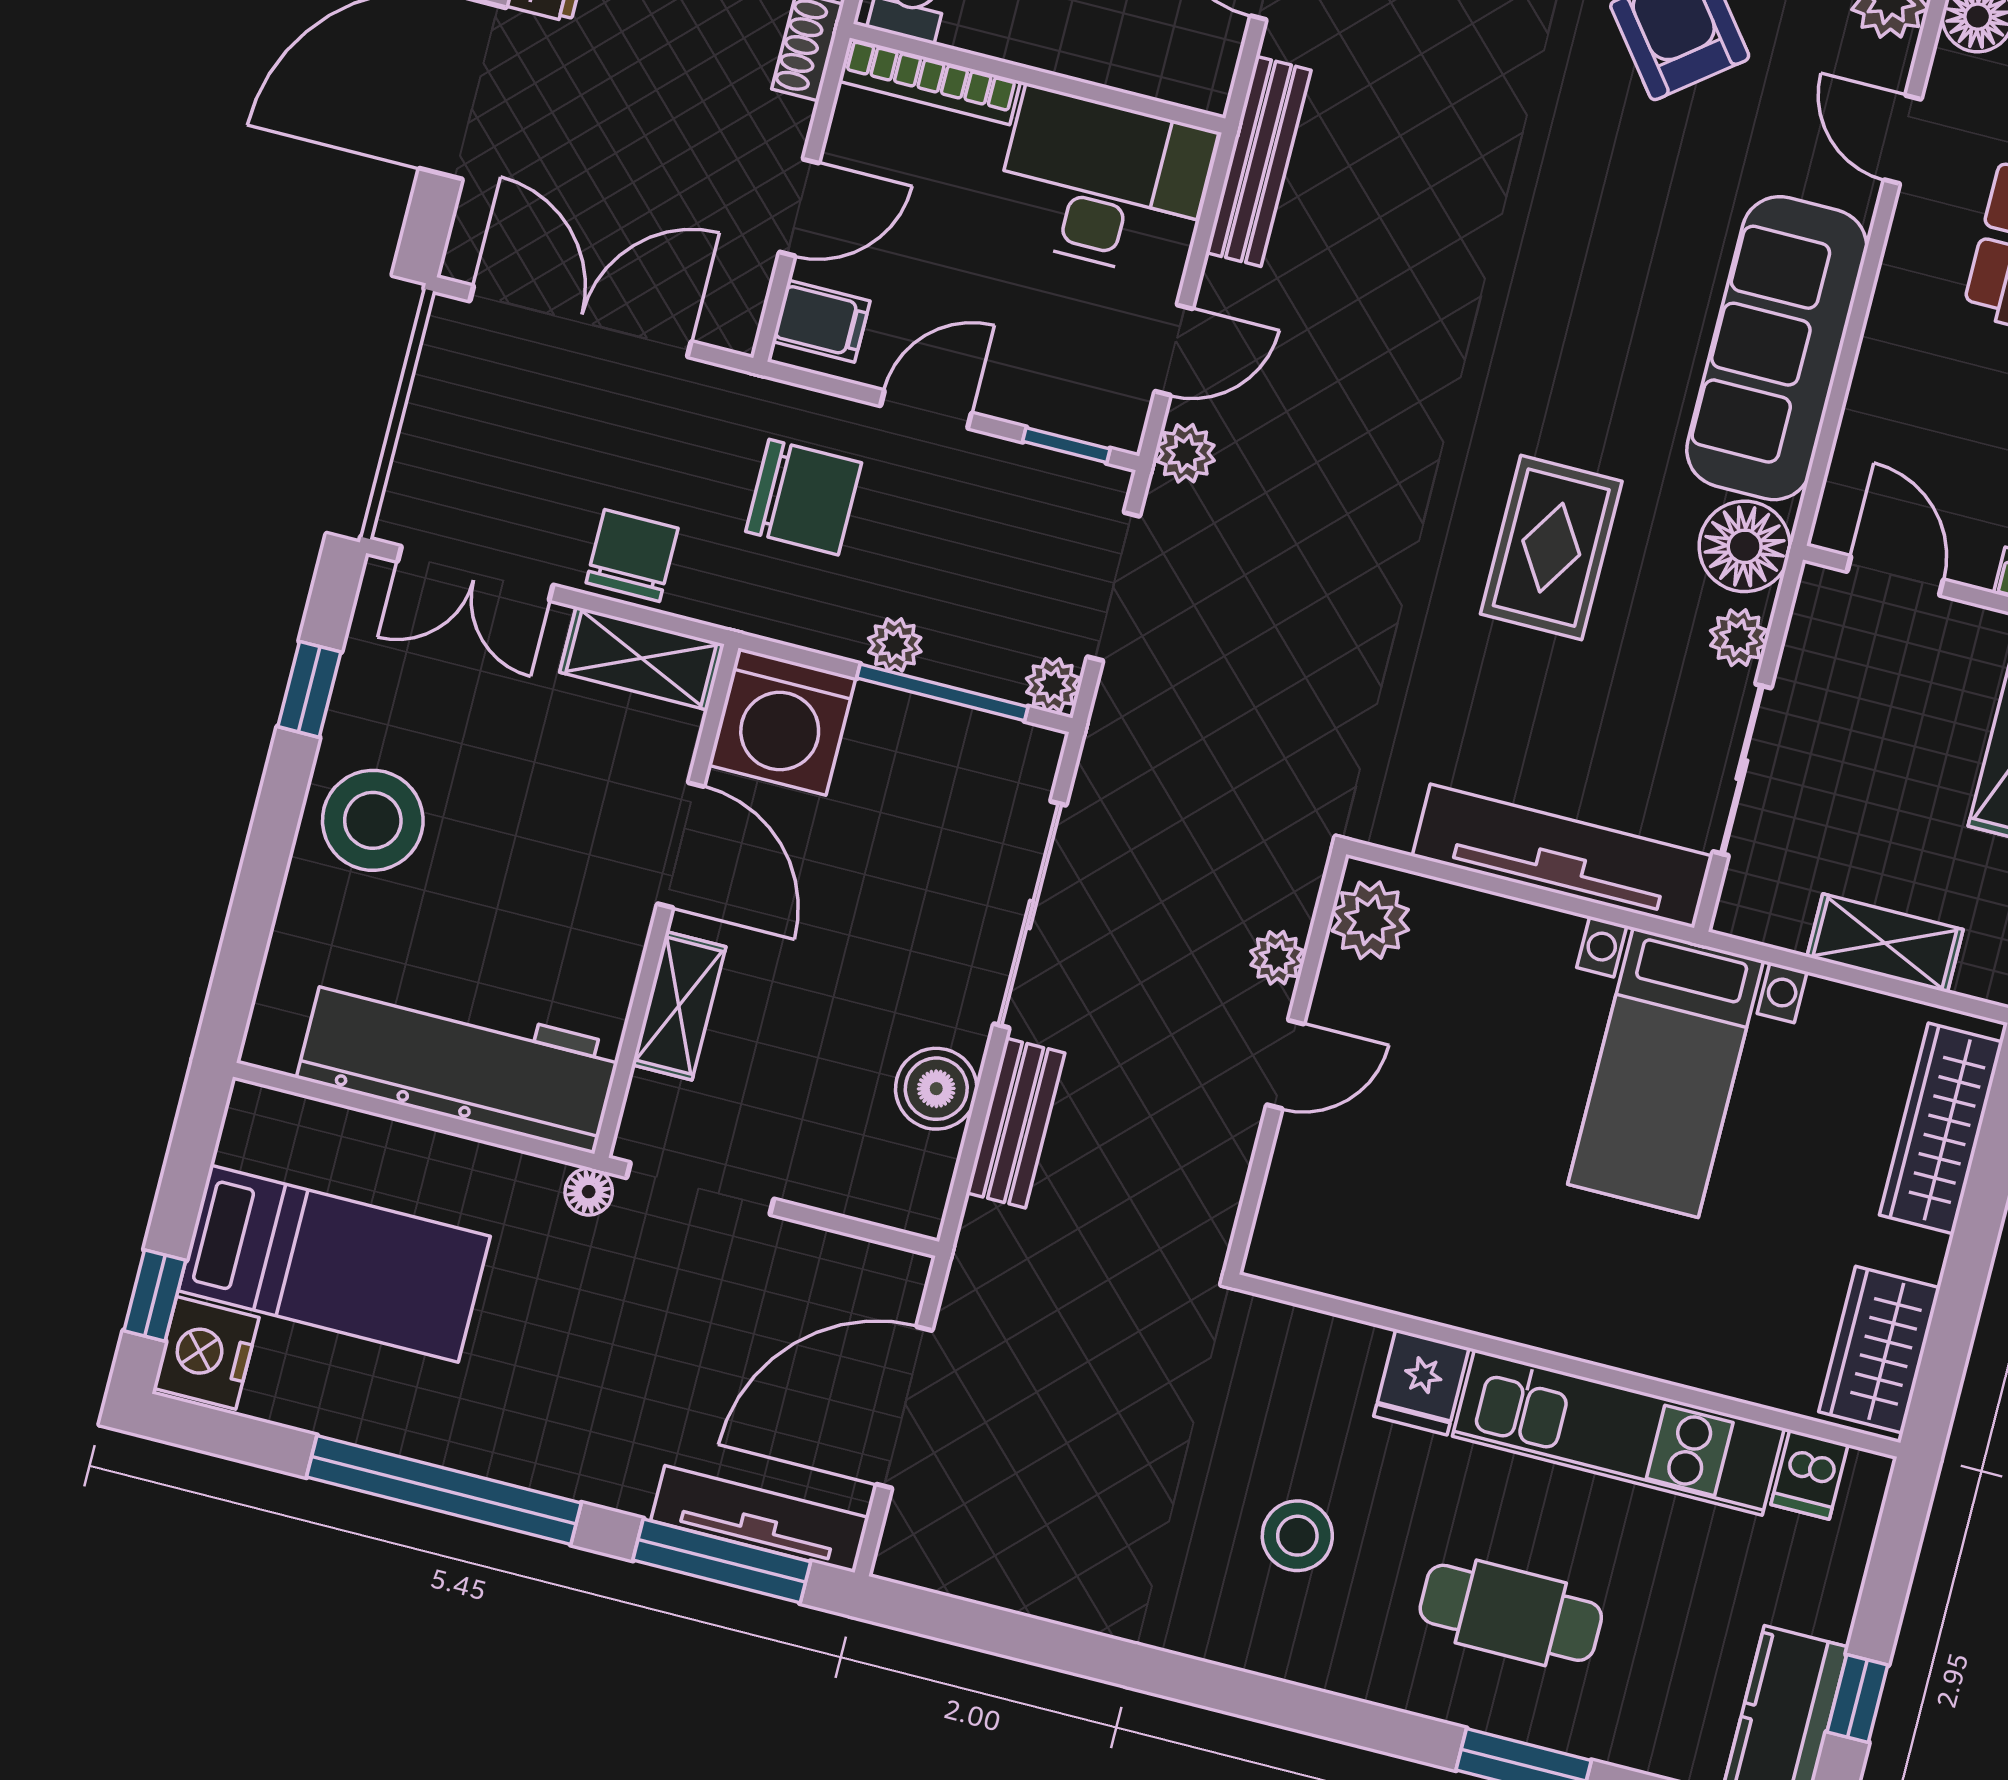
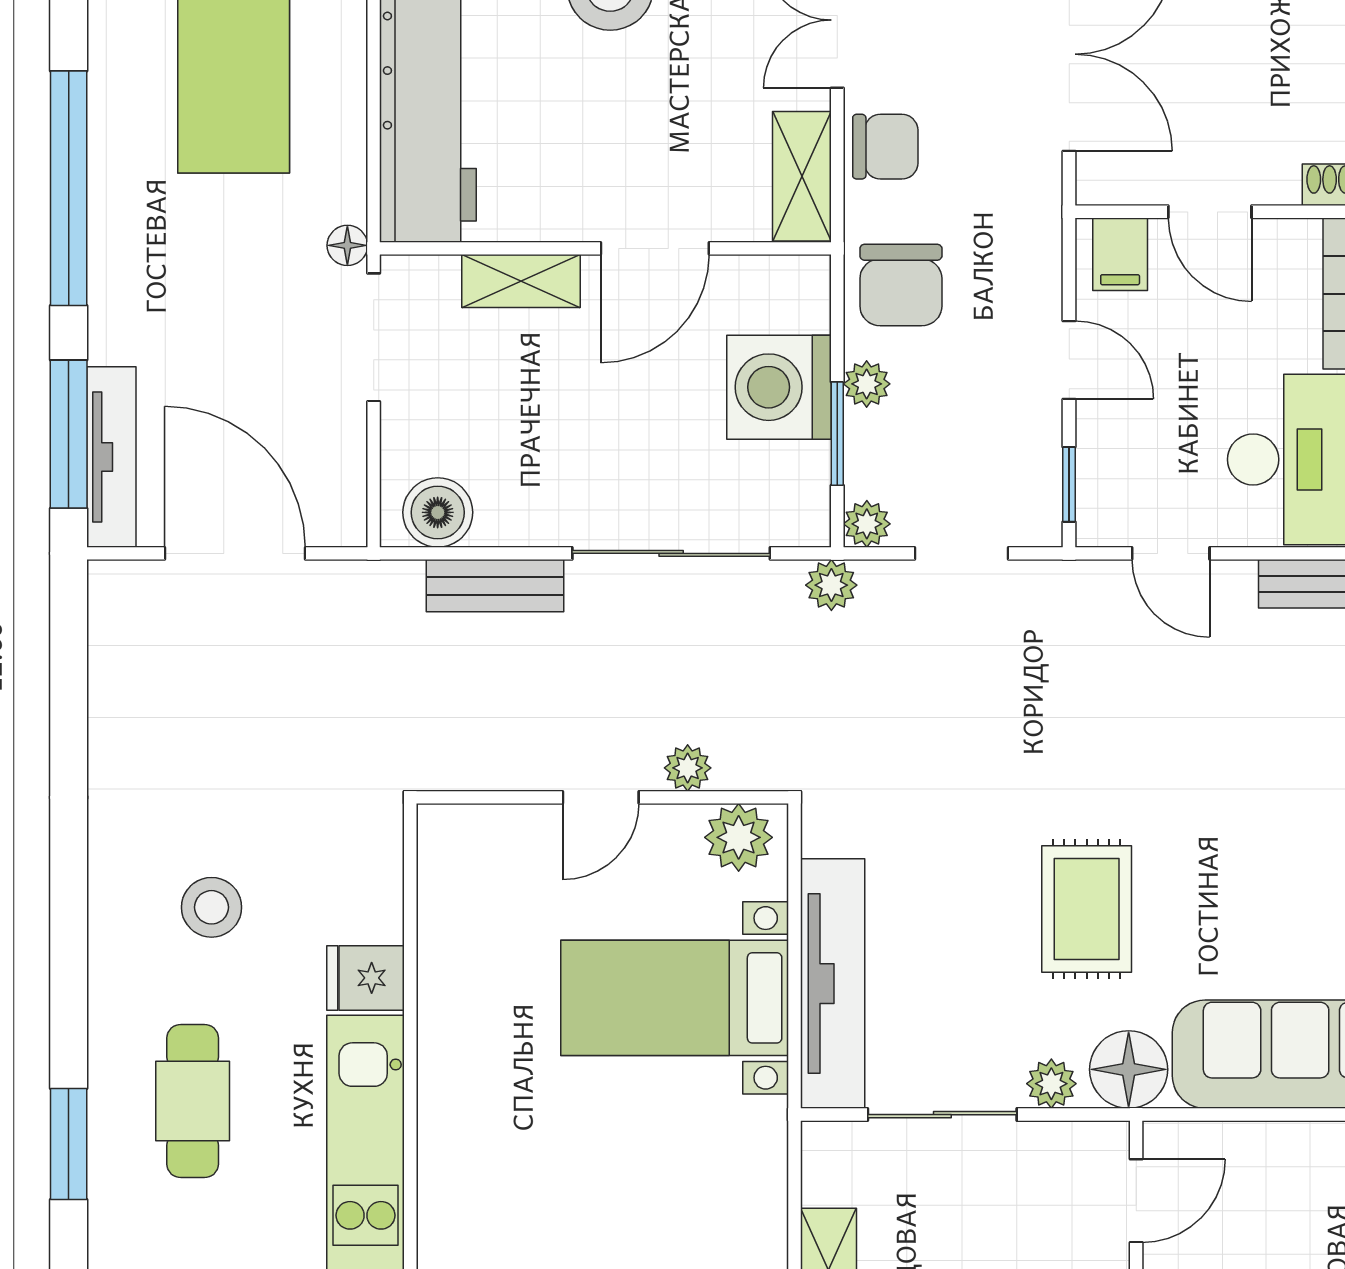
plant: (1186, 453) -> (831, 585), moved
chair: (804, 497) -> (901, 285), moved
rug: (1551, 548) -> (1087, 909), turned 90
doorway: (1113, 587) -> (961, 553), width x0.73
window: (942, 692) -> (837, 434), width x0.69
washing machine: (782, 722) -> (779, 387), moved
door: (1285, 1064) -> (601, 797), hinge flipped
bed with nightstands: (1666, 1072) -> (675, 998), moved
boiler: (936, 1089) -> (438, 512), moved

